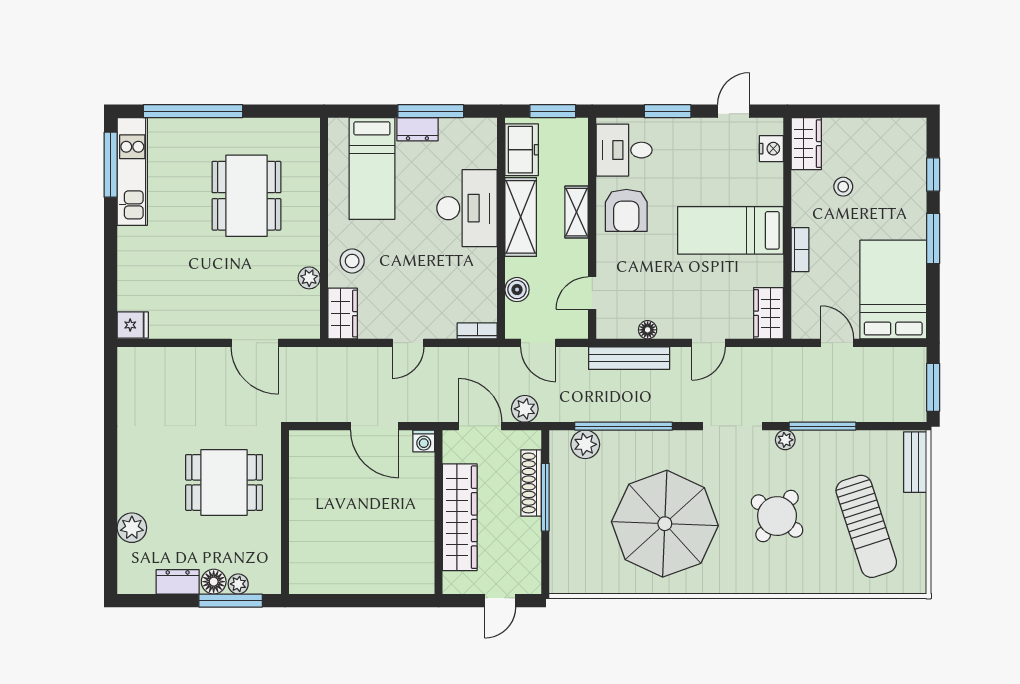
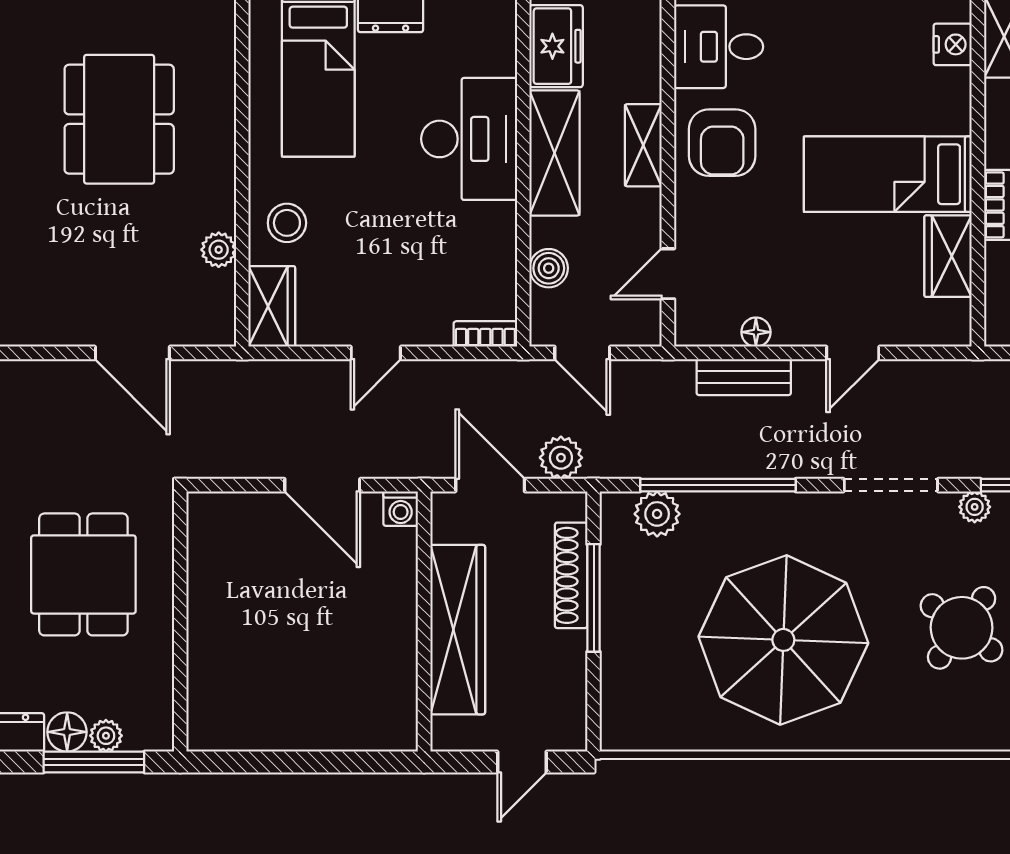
wardrobe: (769, 313) -> (948, 256), moved
bench: (629, 358) -> (744, 377), width x0.73
dining table: (224, 482) -> (83, 574), turned 90

